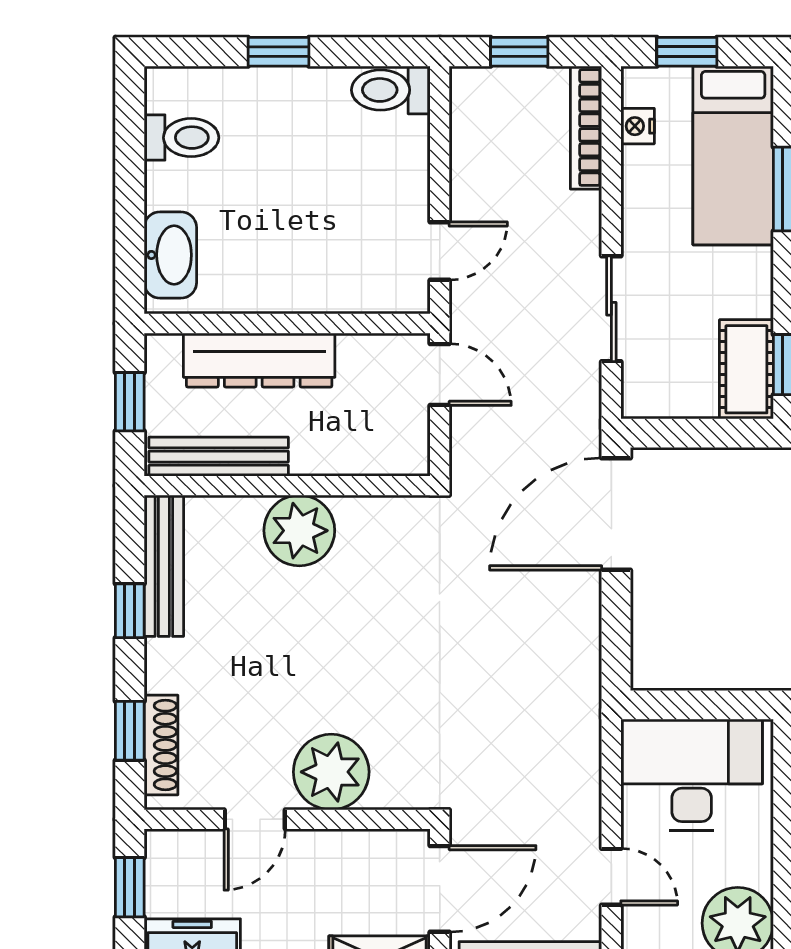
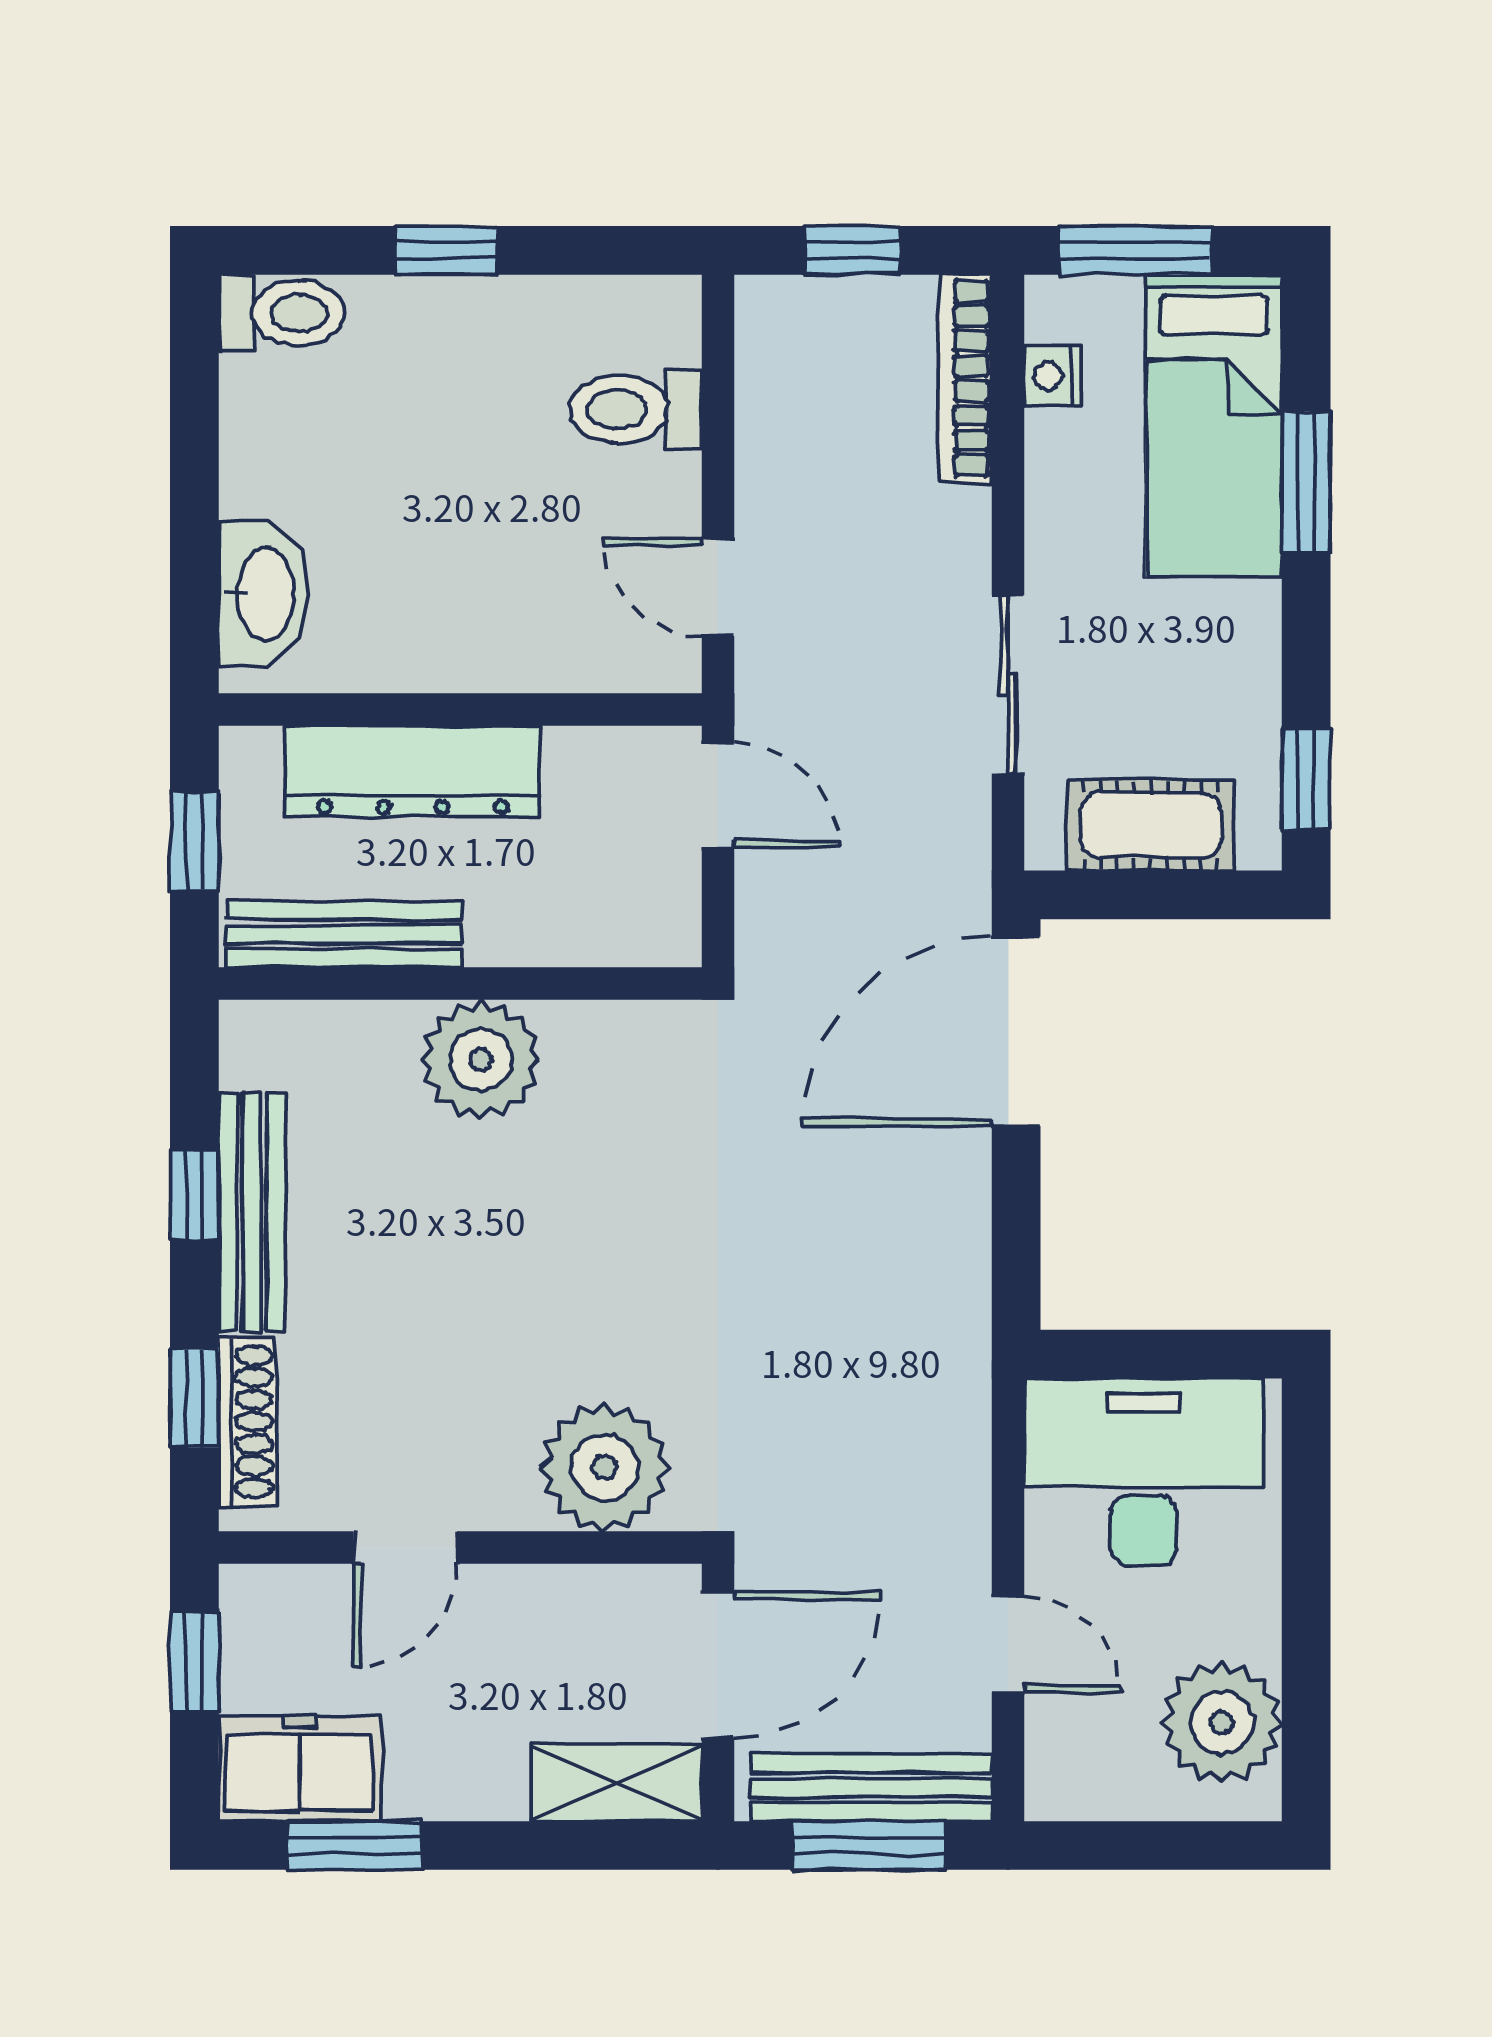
window: (687, 52) -> (1136, 250), width x1.50
toilet: (391, 90) -> (635, 409), moved
toilet: (181, 138) -> (282, 313), moved
door: (440, 251) -> (718, 587), swing flipped
cot: (746, 369) -> (1151, 825), moved, turned 90
bench: (164, 566) -> (252, 1212), moved
plant: (331, 772) -> (604, 1467), moved

